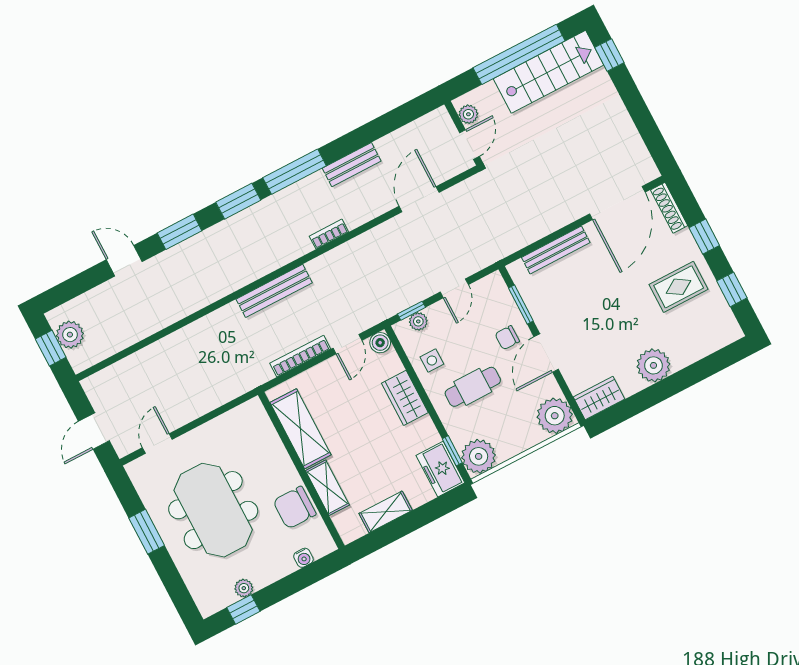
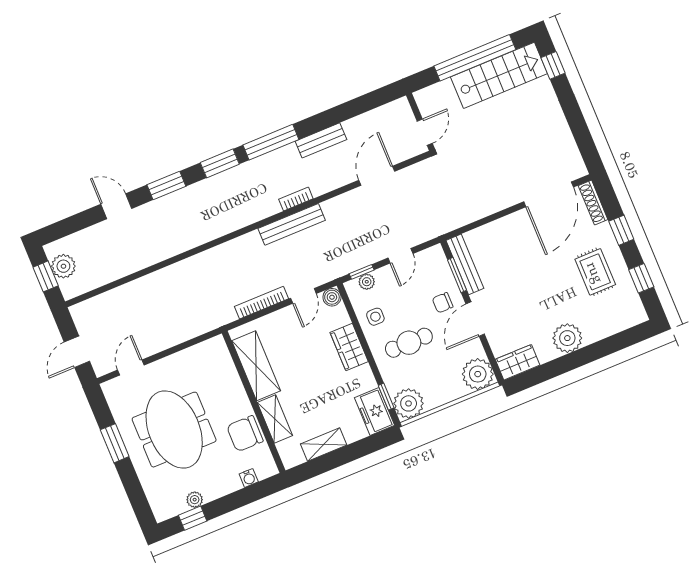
plant: (468, 114) -> (426, 106), removed
bench: (556, 250) -> (465, 264), moved, turned 90
rug: (679, 287) -> (595, 272), turned 90
bench: (274, 291) -> (292, 224), moved

